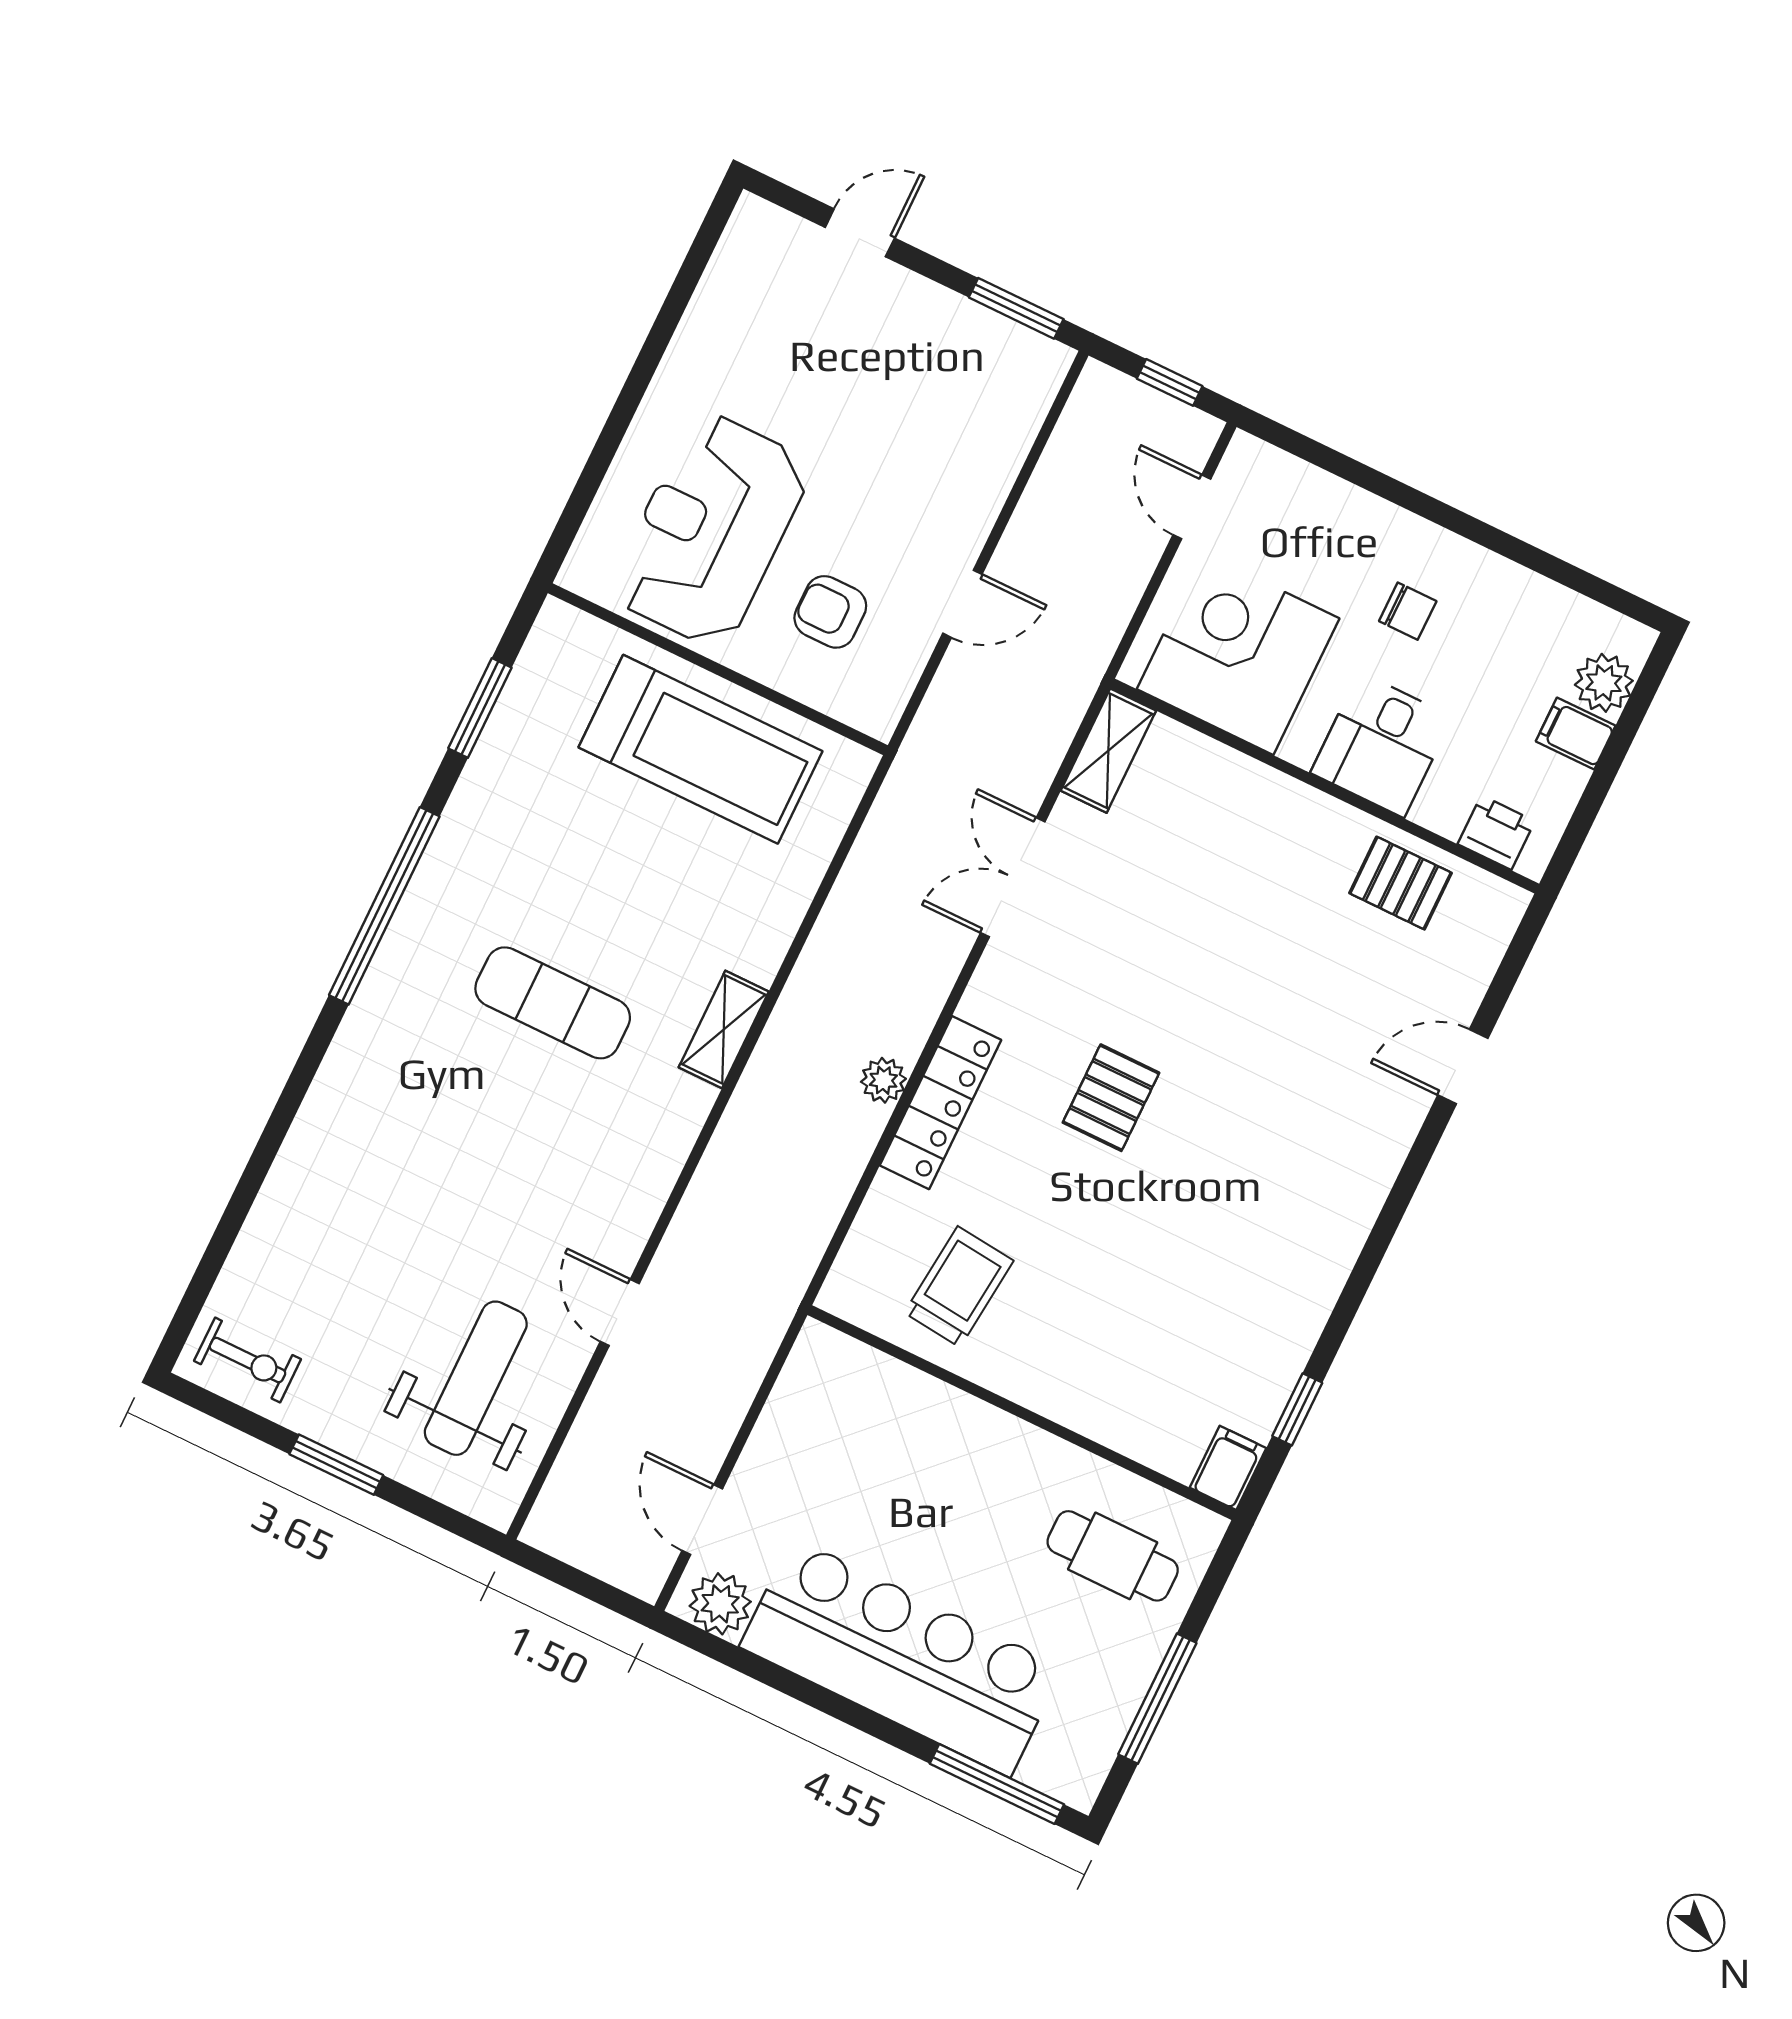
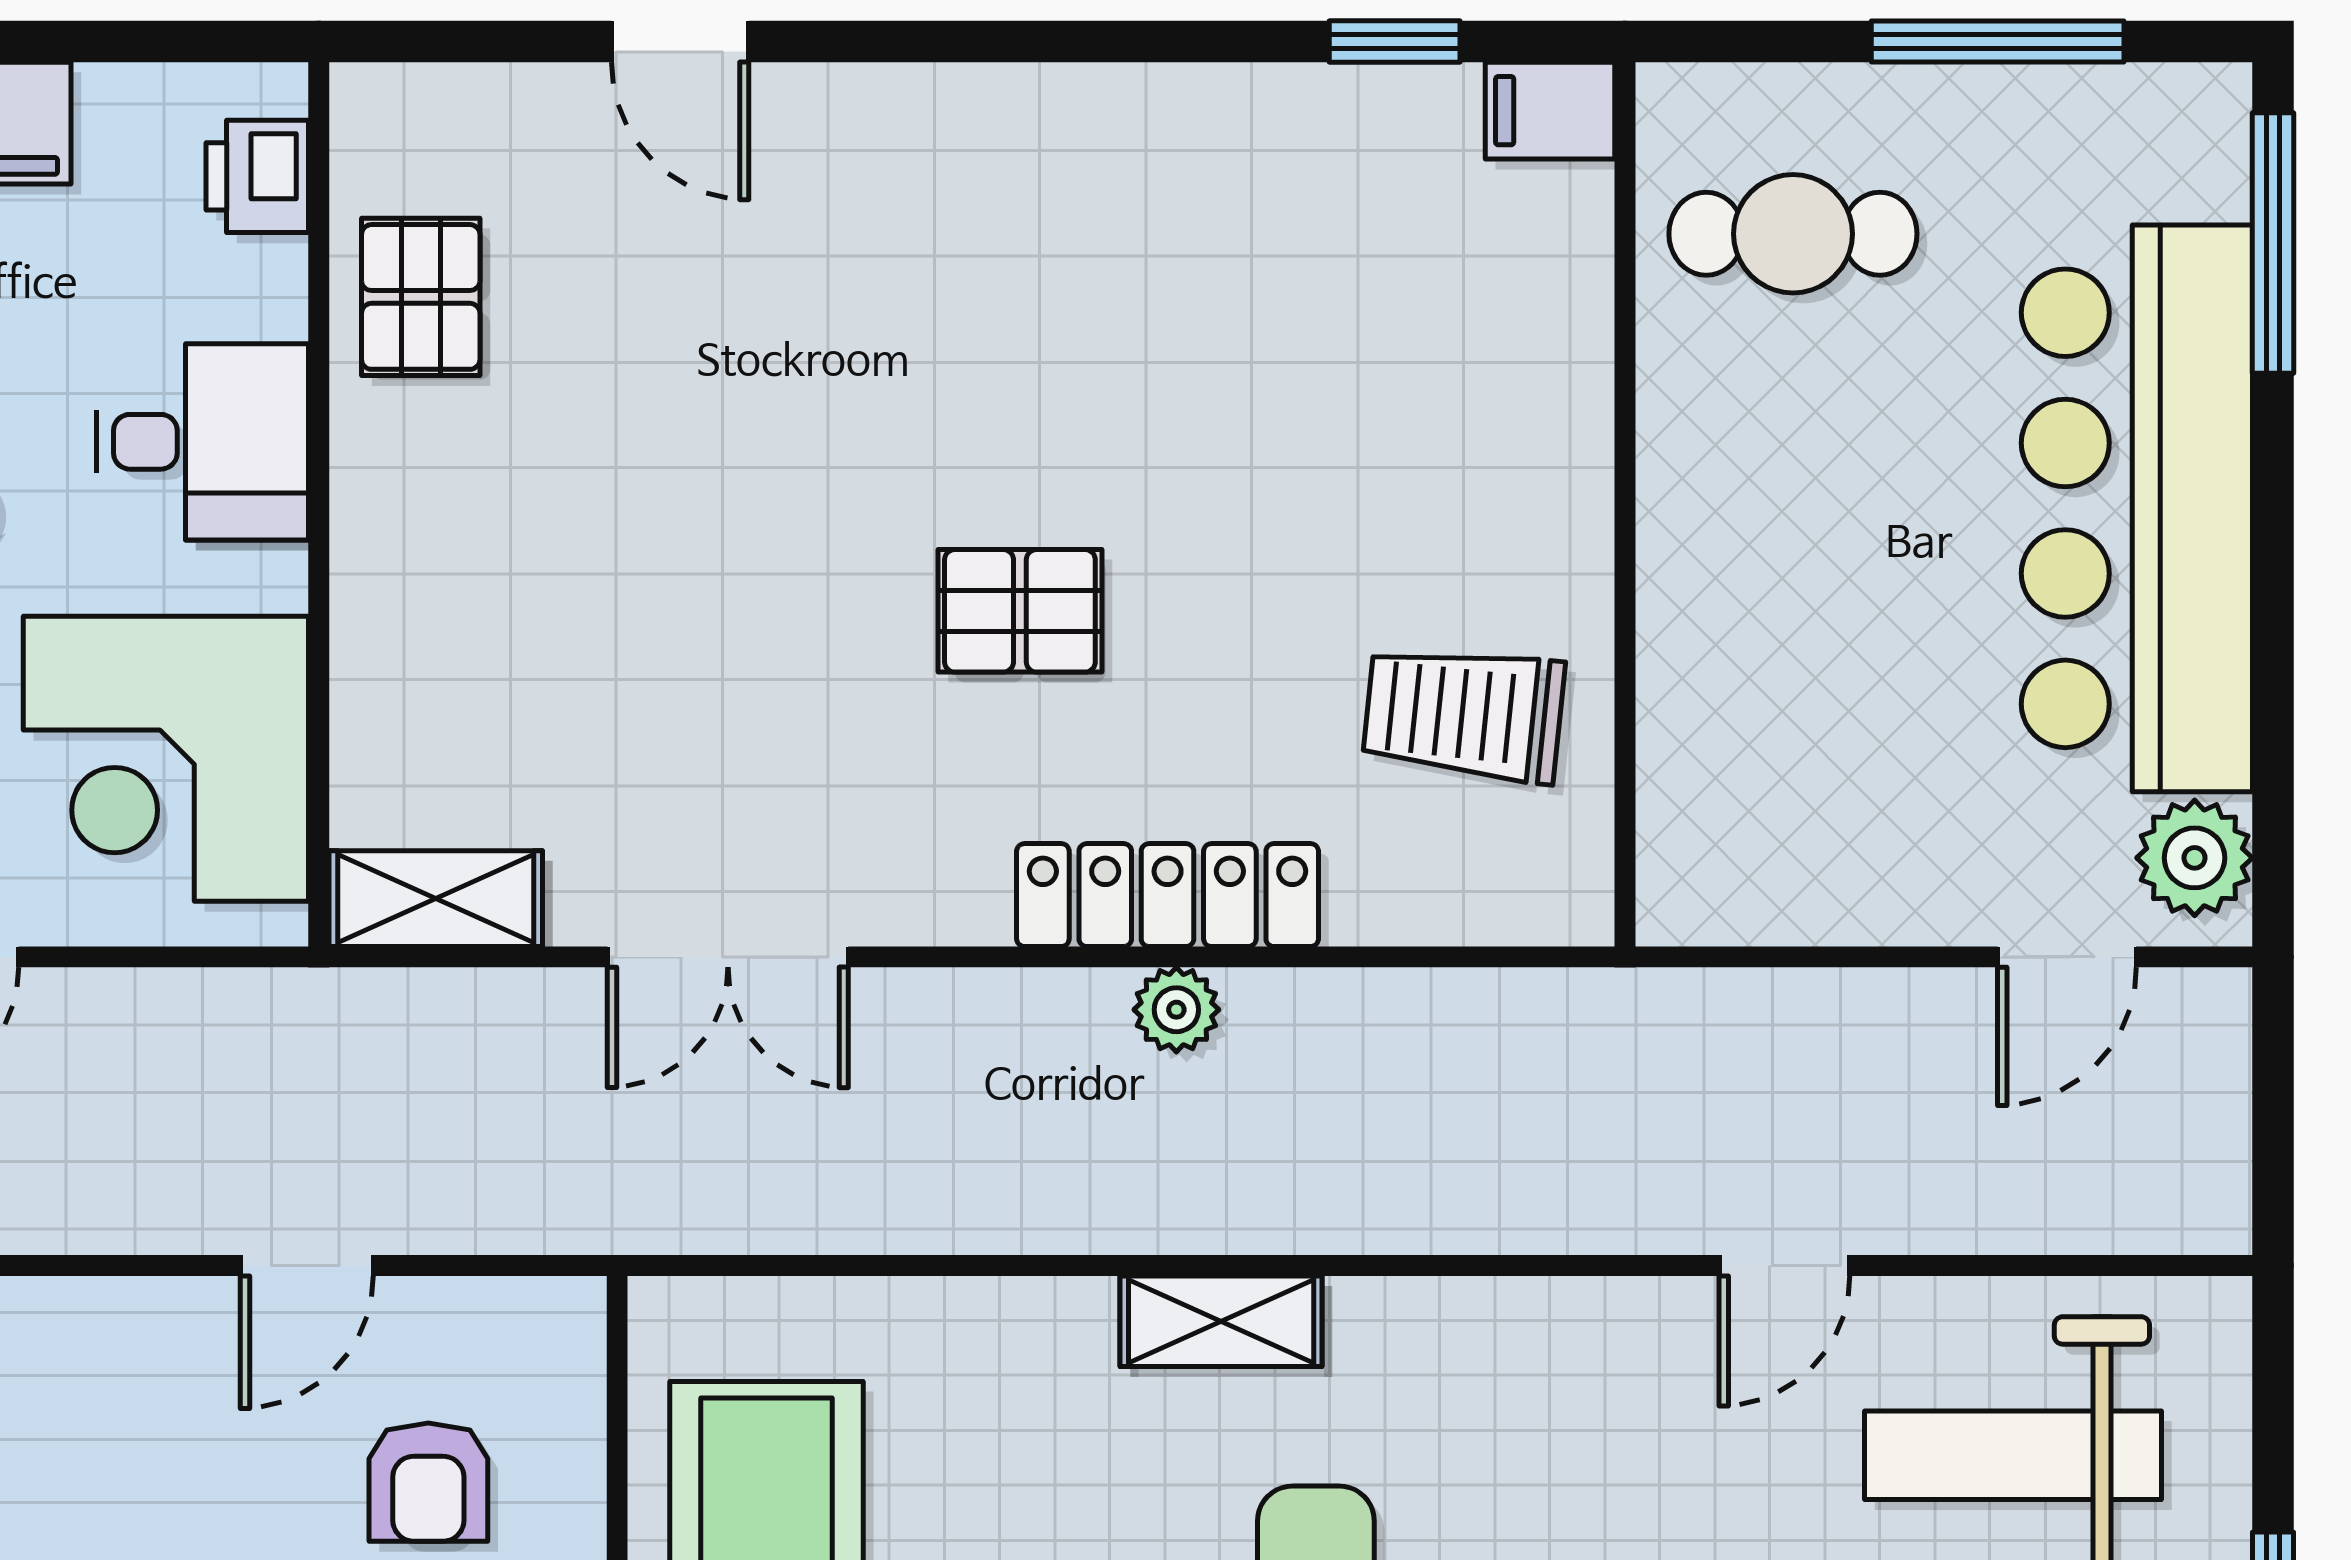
door: (962, 604) -> (307, 1265), swing flipped
cafe table: (1113, 1556) -> (1793, 234), turned 90

